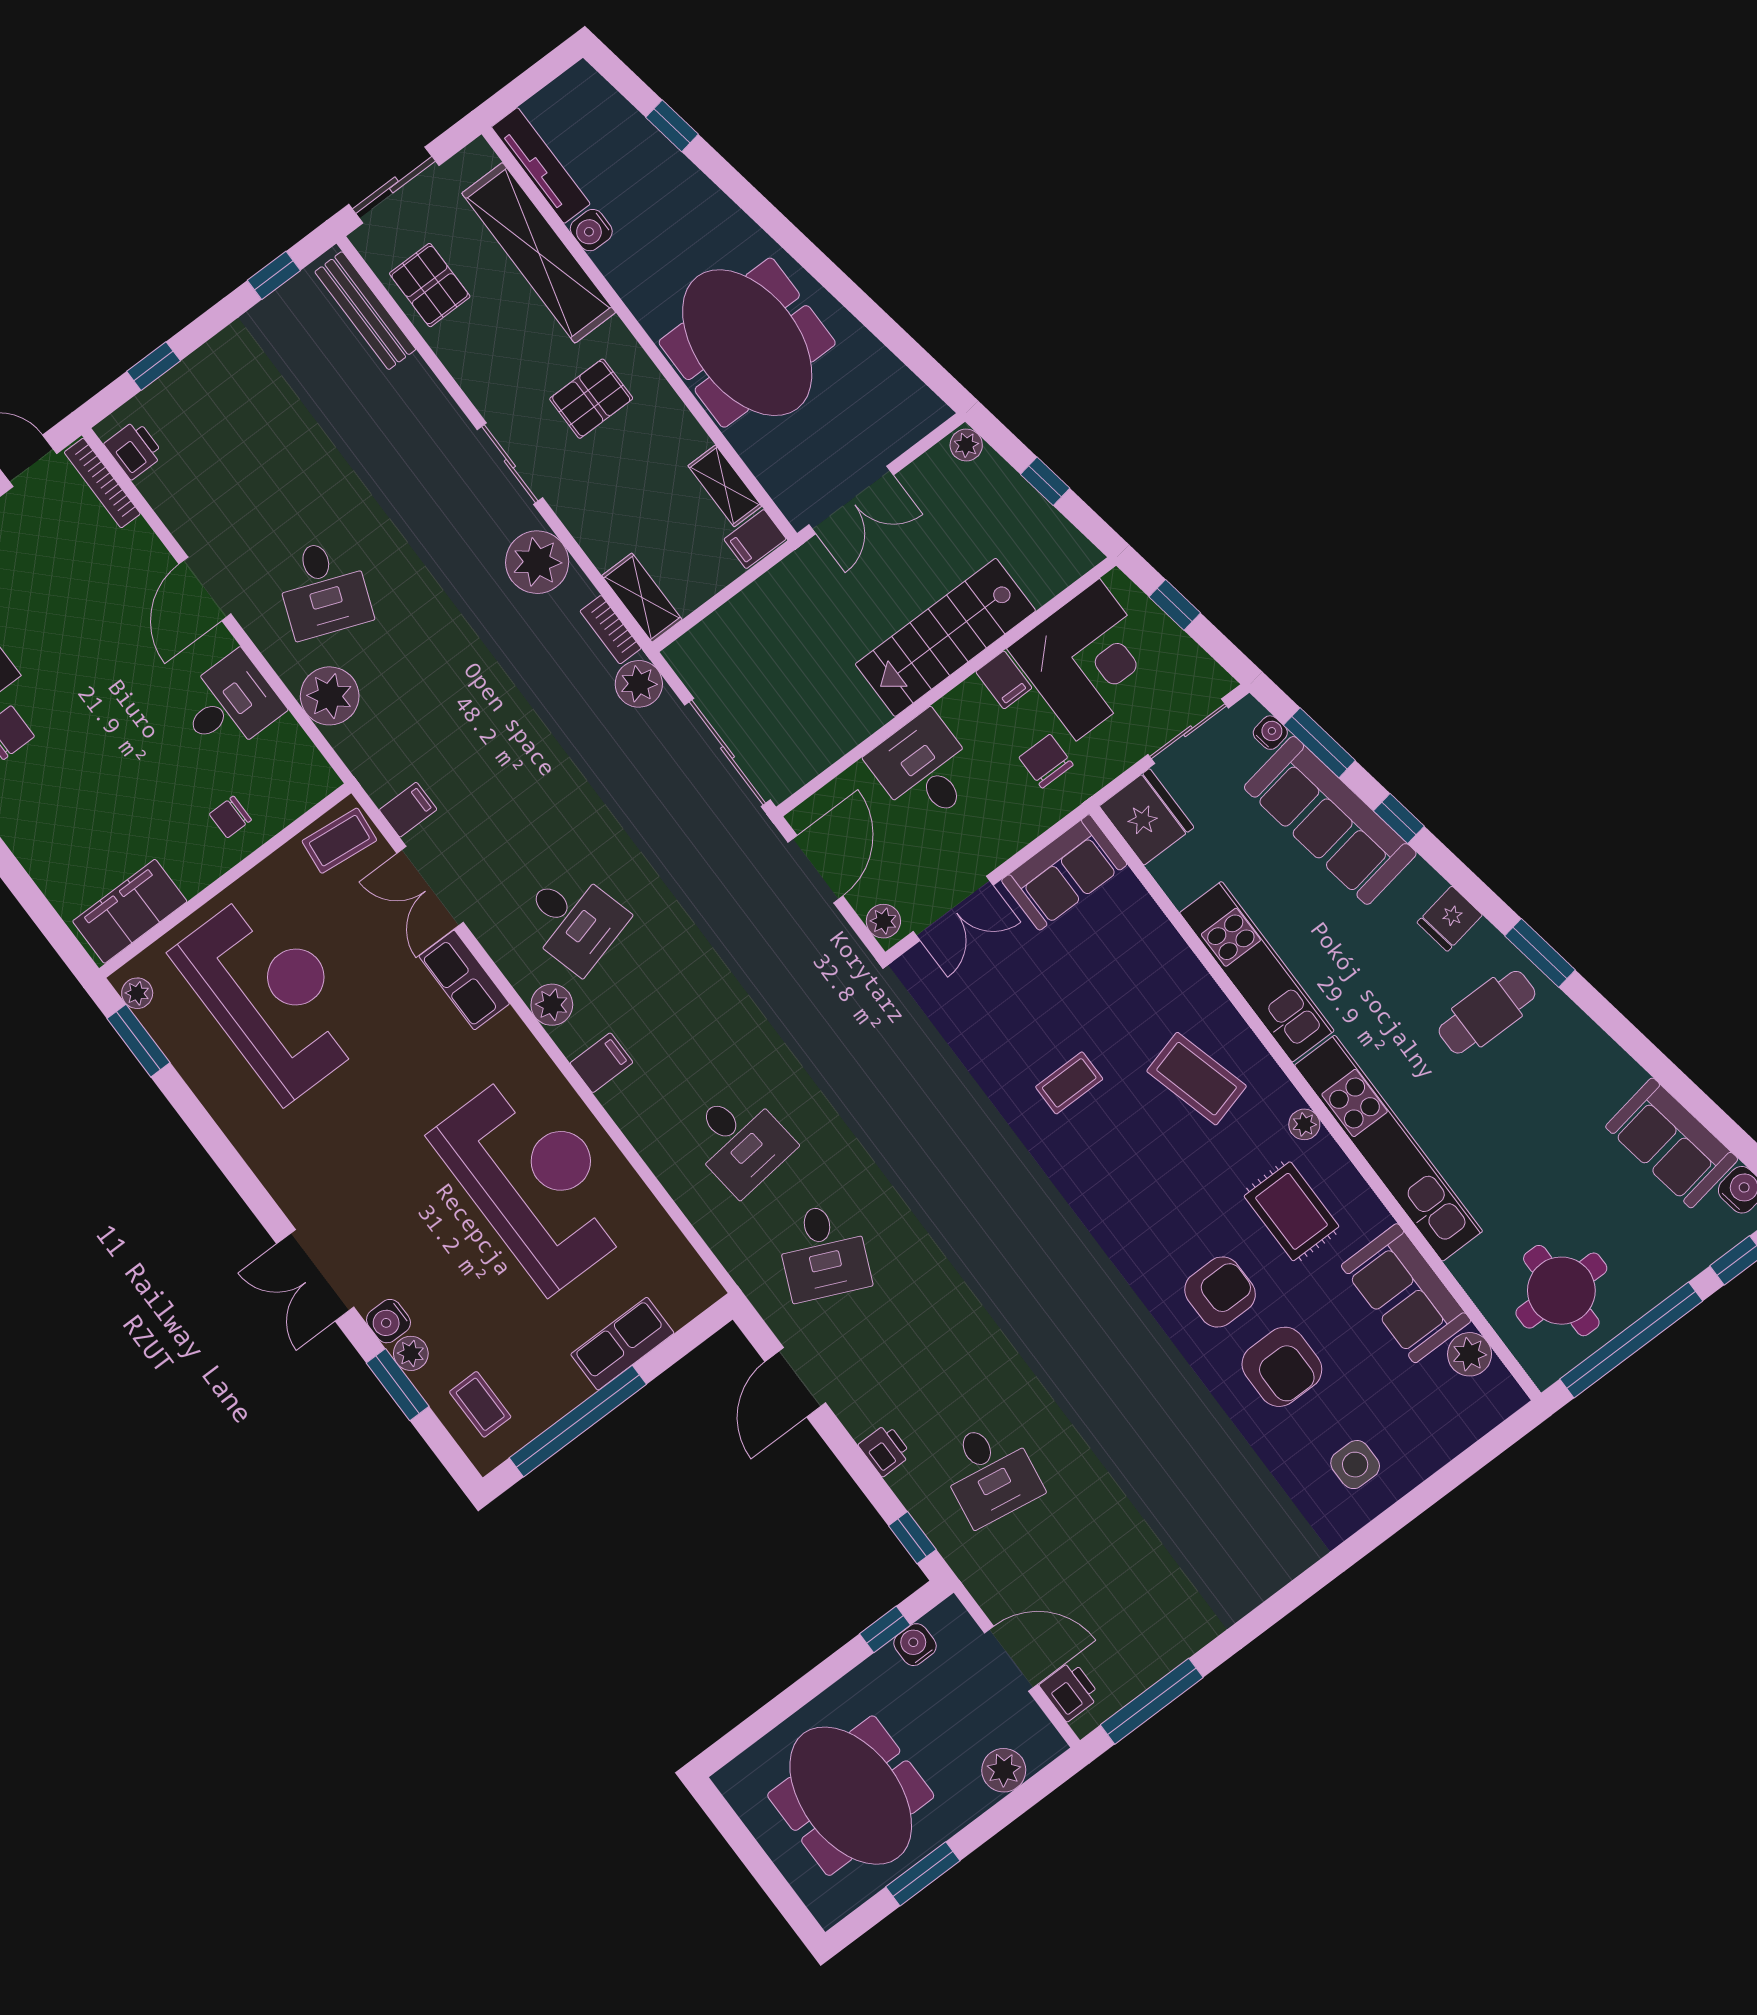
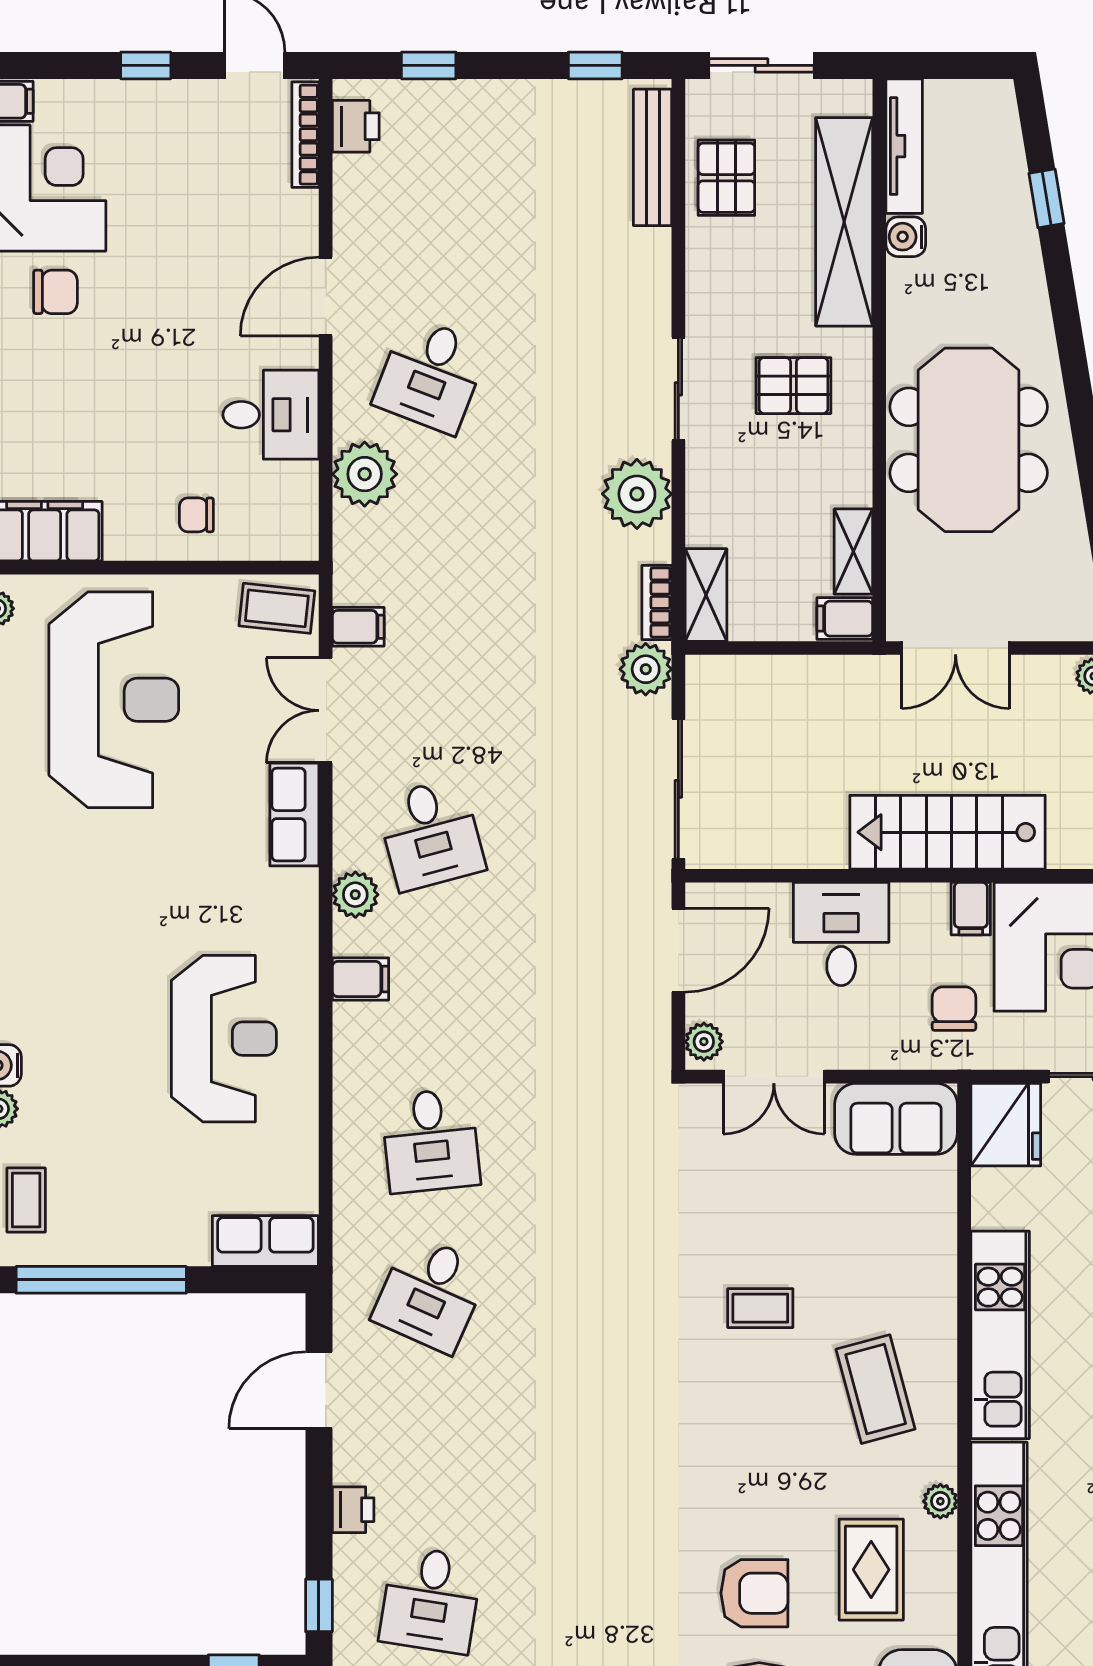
reception desk: (535, 1180) -> (224, 1039), width x0.74, depth x0.77
row of seats: (622, 1344) -> (265, 1241), moved

